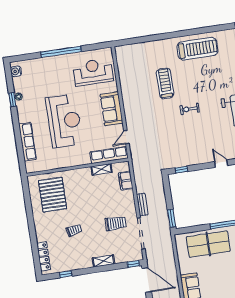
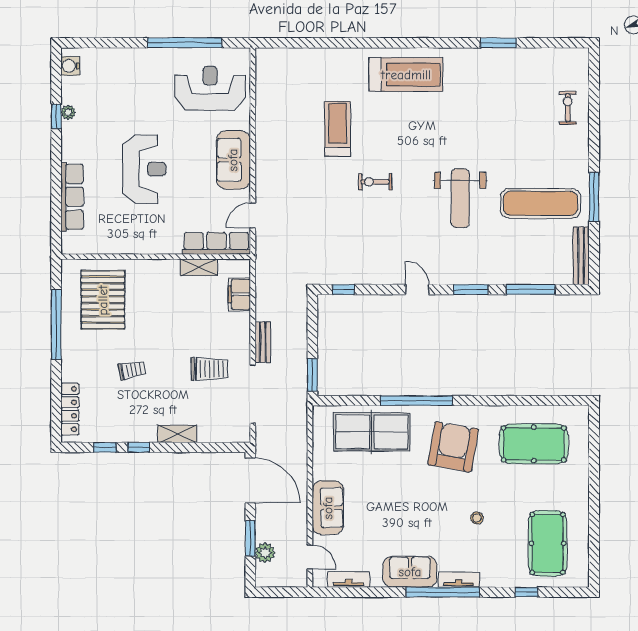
window: (61, 52) -> (185, 43), moved
reception desk: (64, 121) -> (144, 169), width x0.74, depth x0.77
window: (29, 212) -> (56, 324), added
window: (133, 264) -> (139, 447), moved

